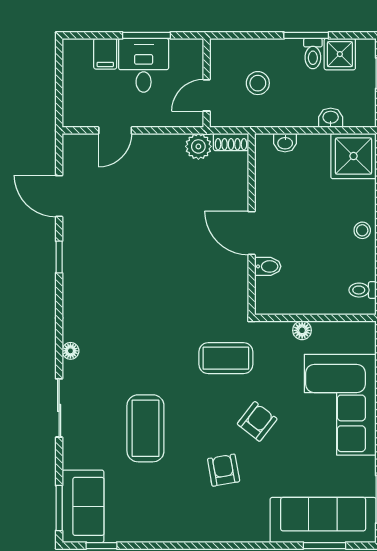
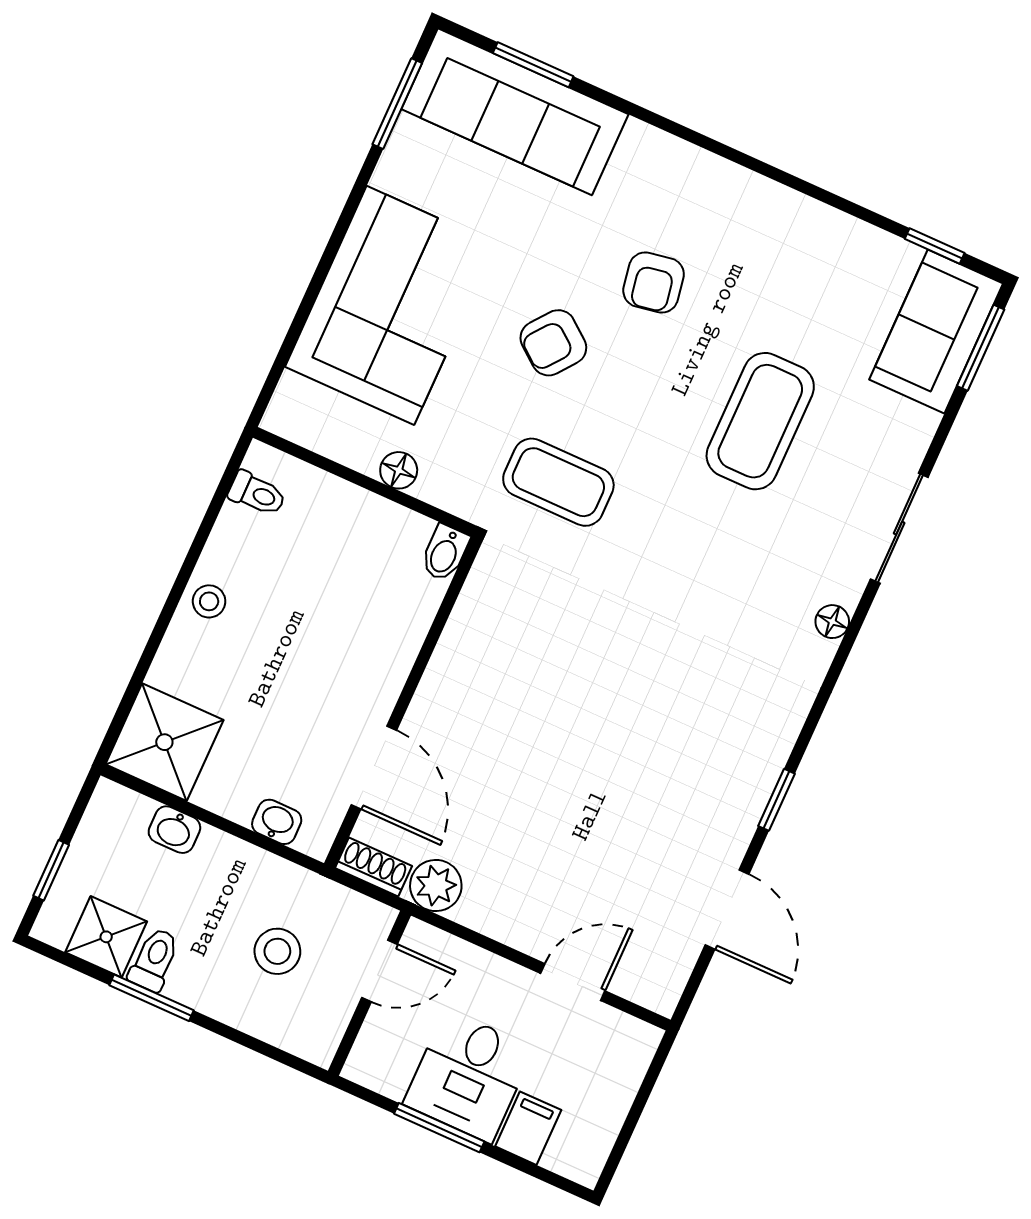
door: (252, 233) -> (374, 768), moved
bidet: (268, 266) -> (445, 553), moved, turned -90

